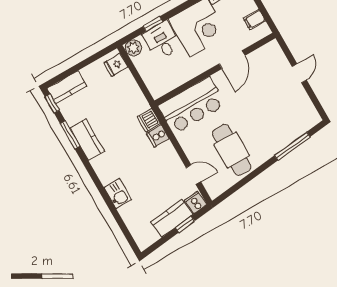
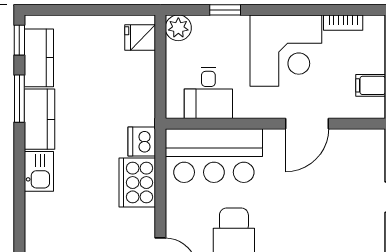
desk: (162, 41) -> (208, 93), moved, turned 180
kitchen counter: (67, 87) -> (39, 58), moved, turned -90
cooker: (158, 136) -> (137, 183), width x1.87, depth x1.31
kitchen sink: (118, 194) -> (39, 171), moved

